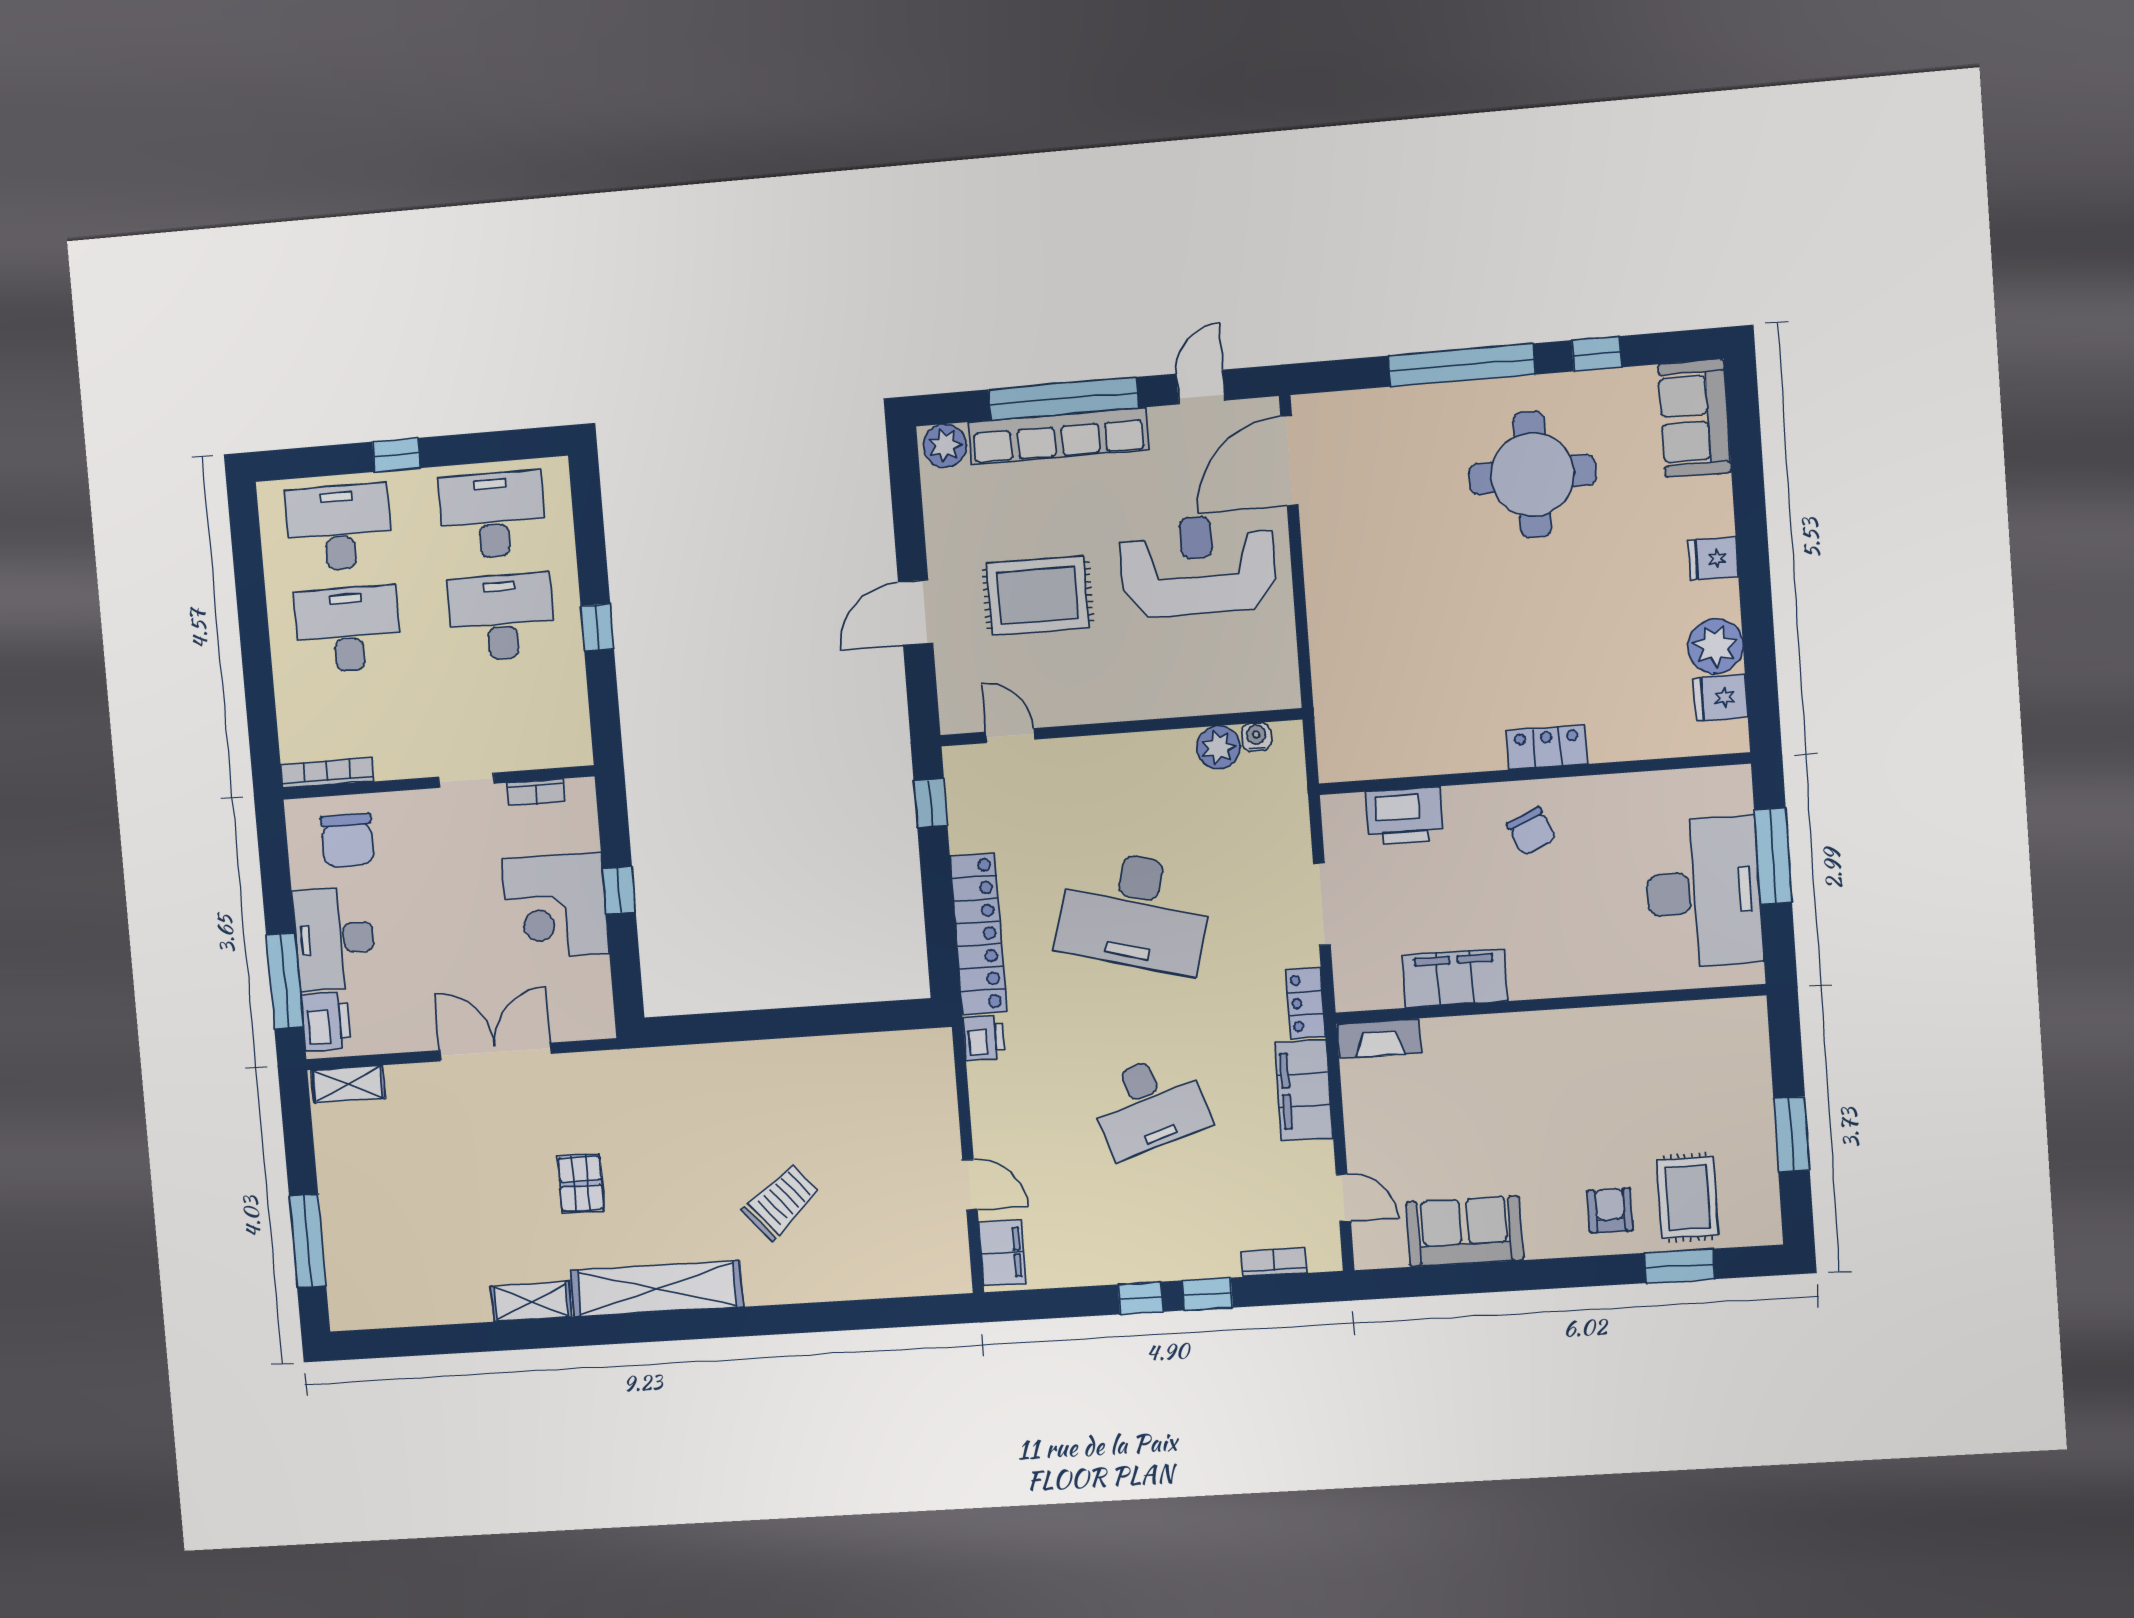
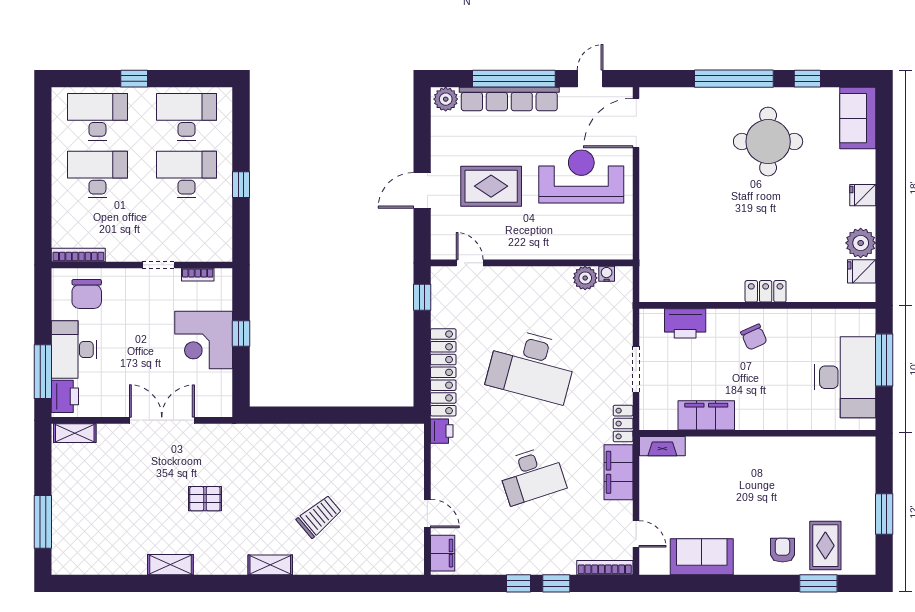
pallet: (581, 1183) -> (205, 499), turned 90
bookcase: (1274, 1262) -> (605, 568), width x1.56
shelving: (657, 1289) -> (270, 565), width x0.45, depth x0.75

